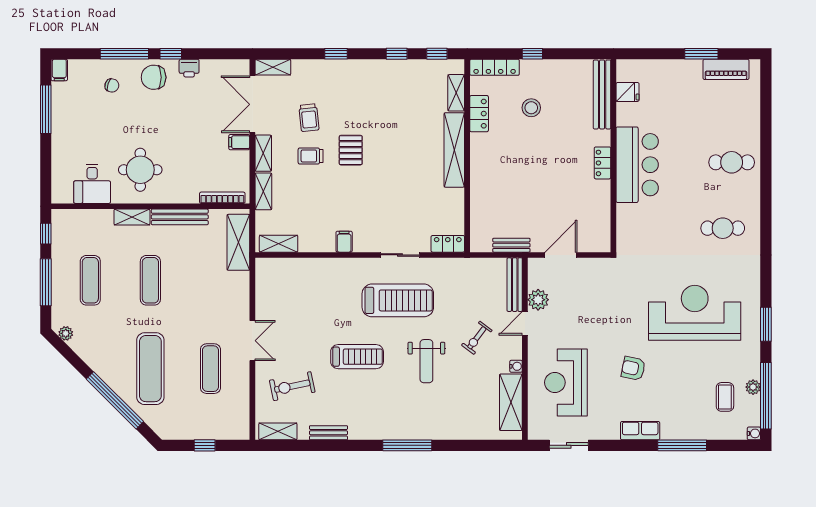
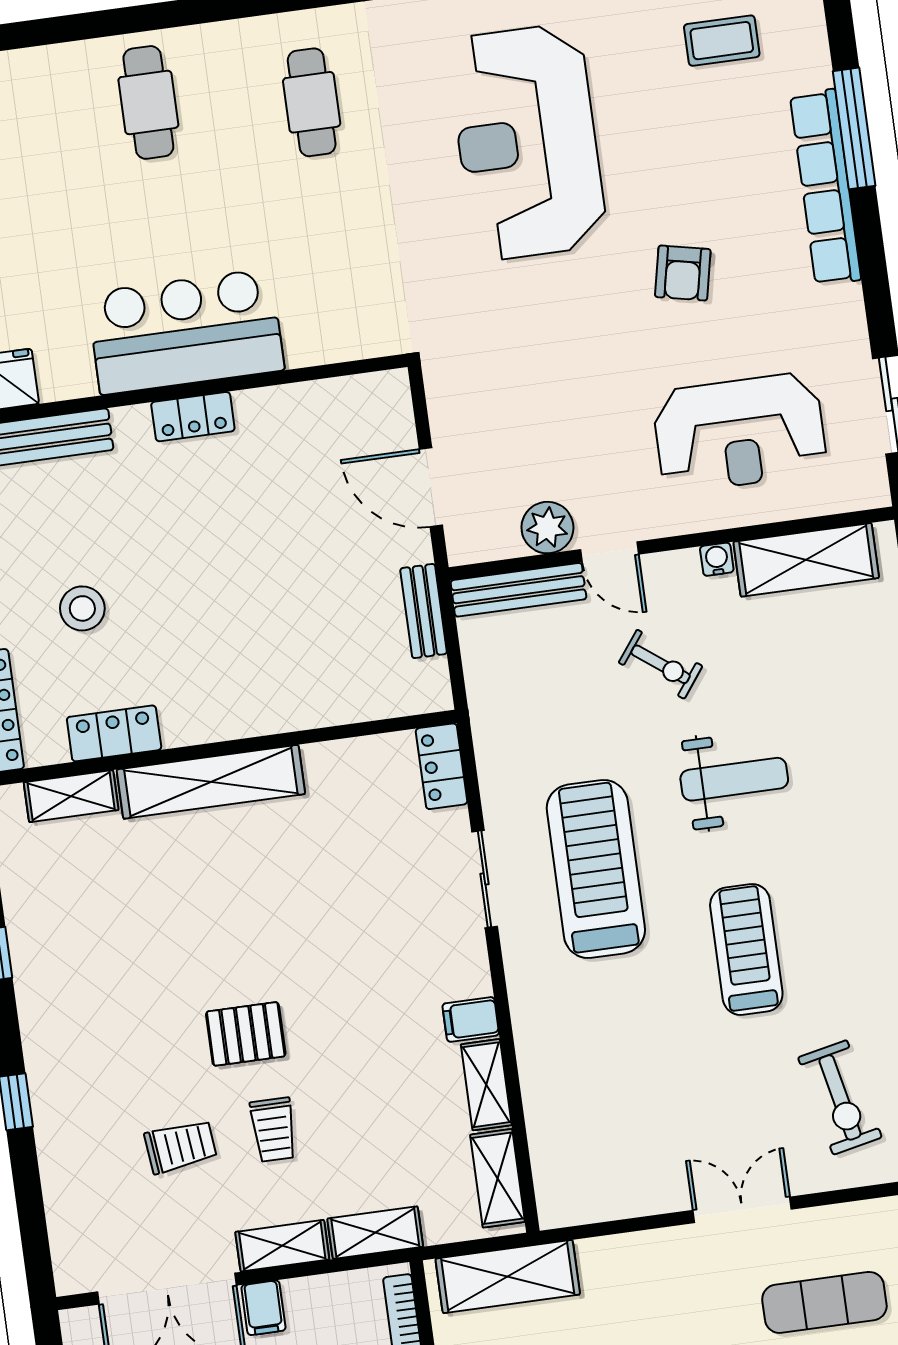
shelving: (273, 67) -> (486, 1085), moved
row of seats: (640, 431) -> (826, 187), width x2.02

